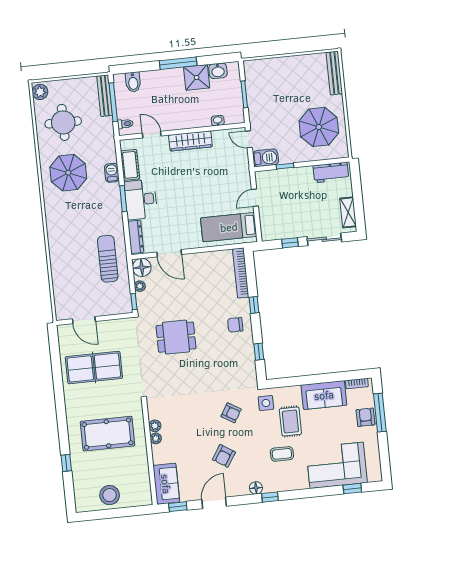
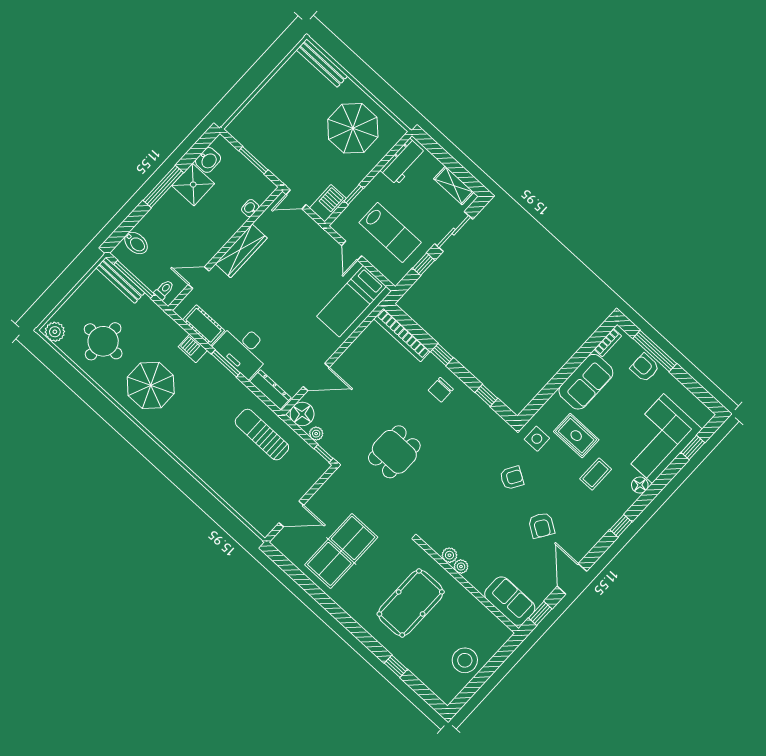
lab bench: (287, 207) -> (390, 232), added
floor lamp: (256, 488) -> (640, 485), moved

